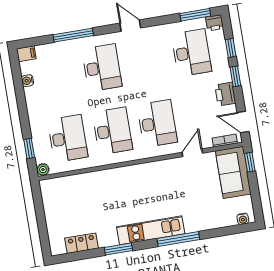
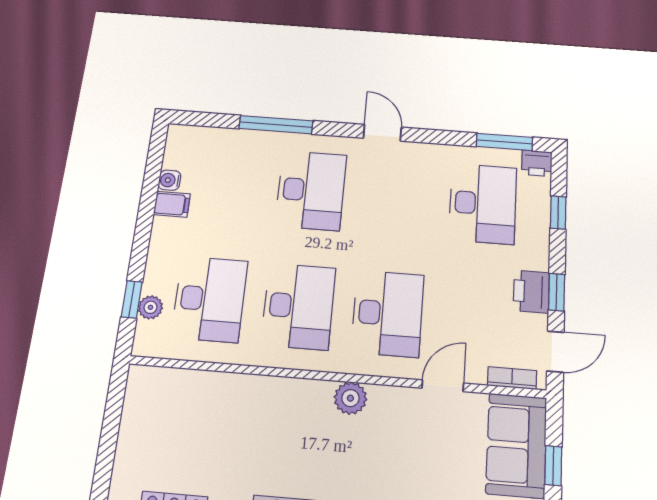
filing cabinet: (26, 54) -> (172, 204), moved
window: (235, 76) -> (557, 292), moved
door: (243, 122) -> (555, 352), swing flipped
window: (250, 162) -> (553, 466), moved
plant: (43, 170) -> (150, 307), moved
plant: (150, 170) -> (350, 398), added

